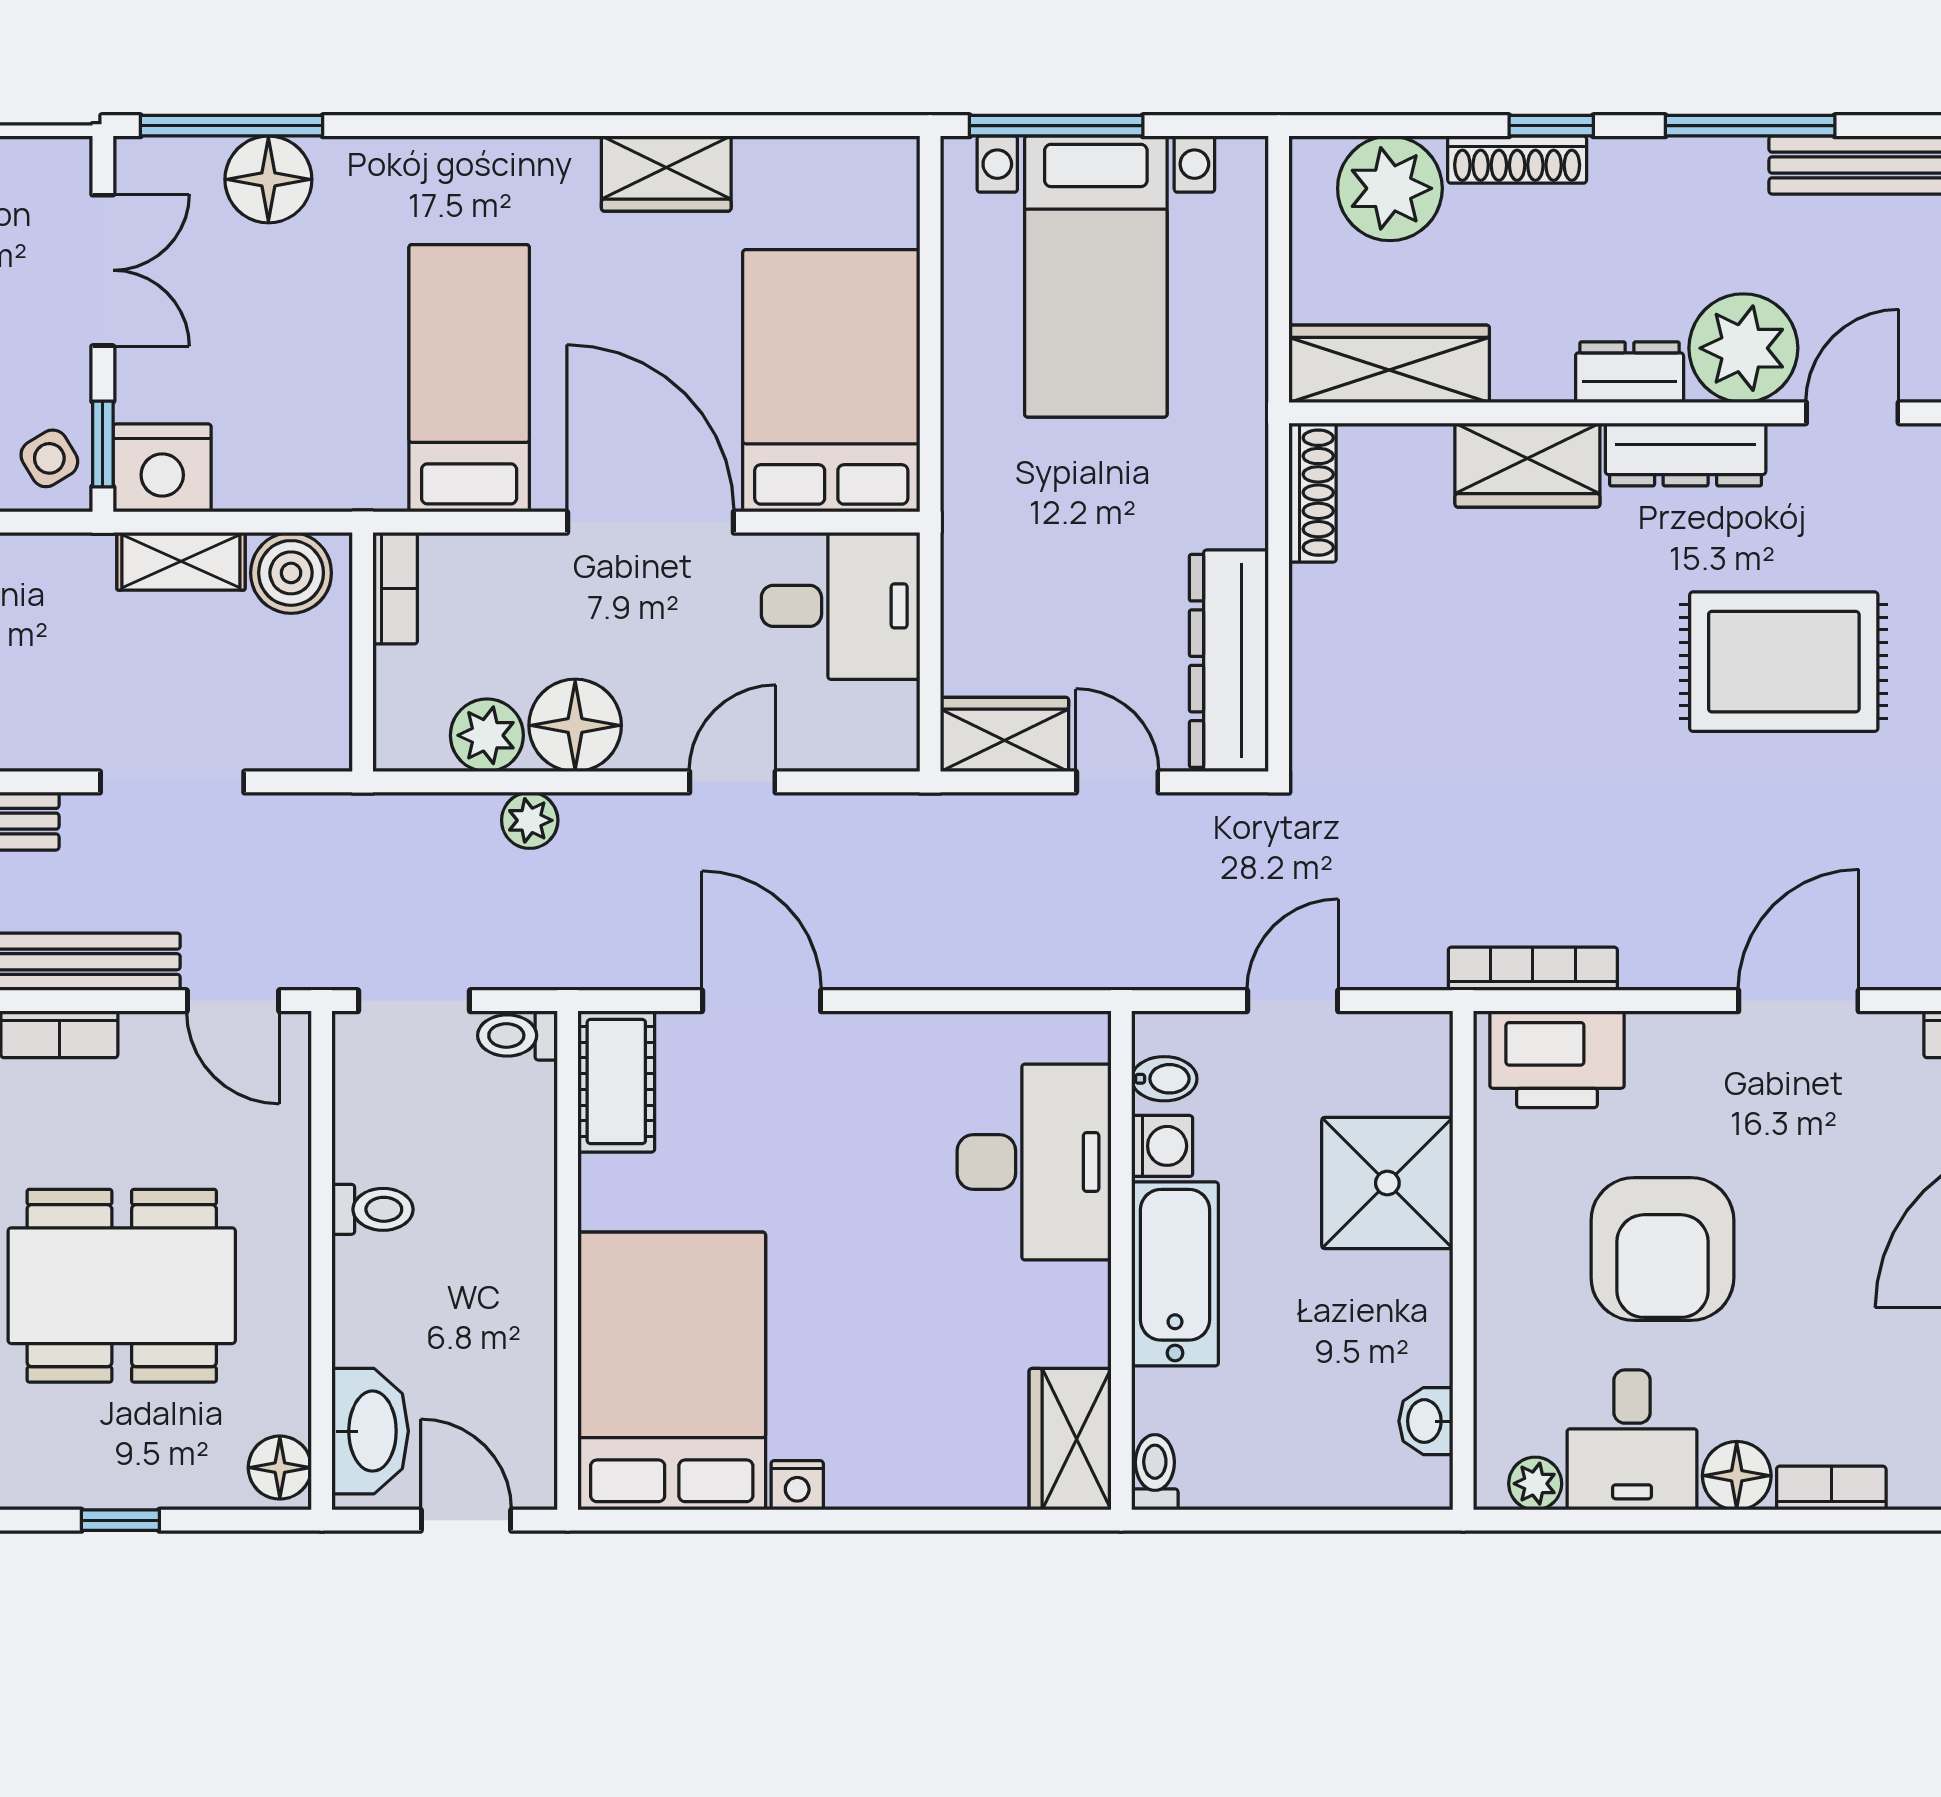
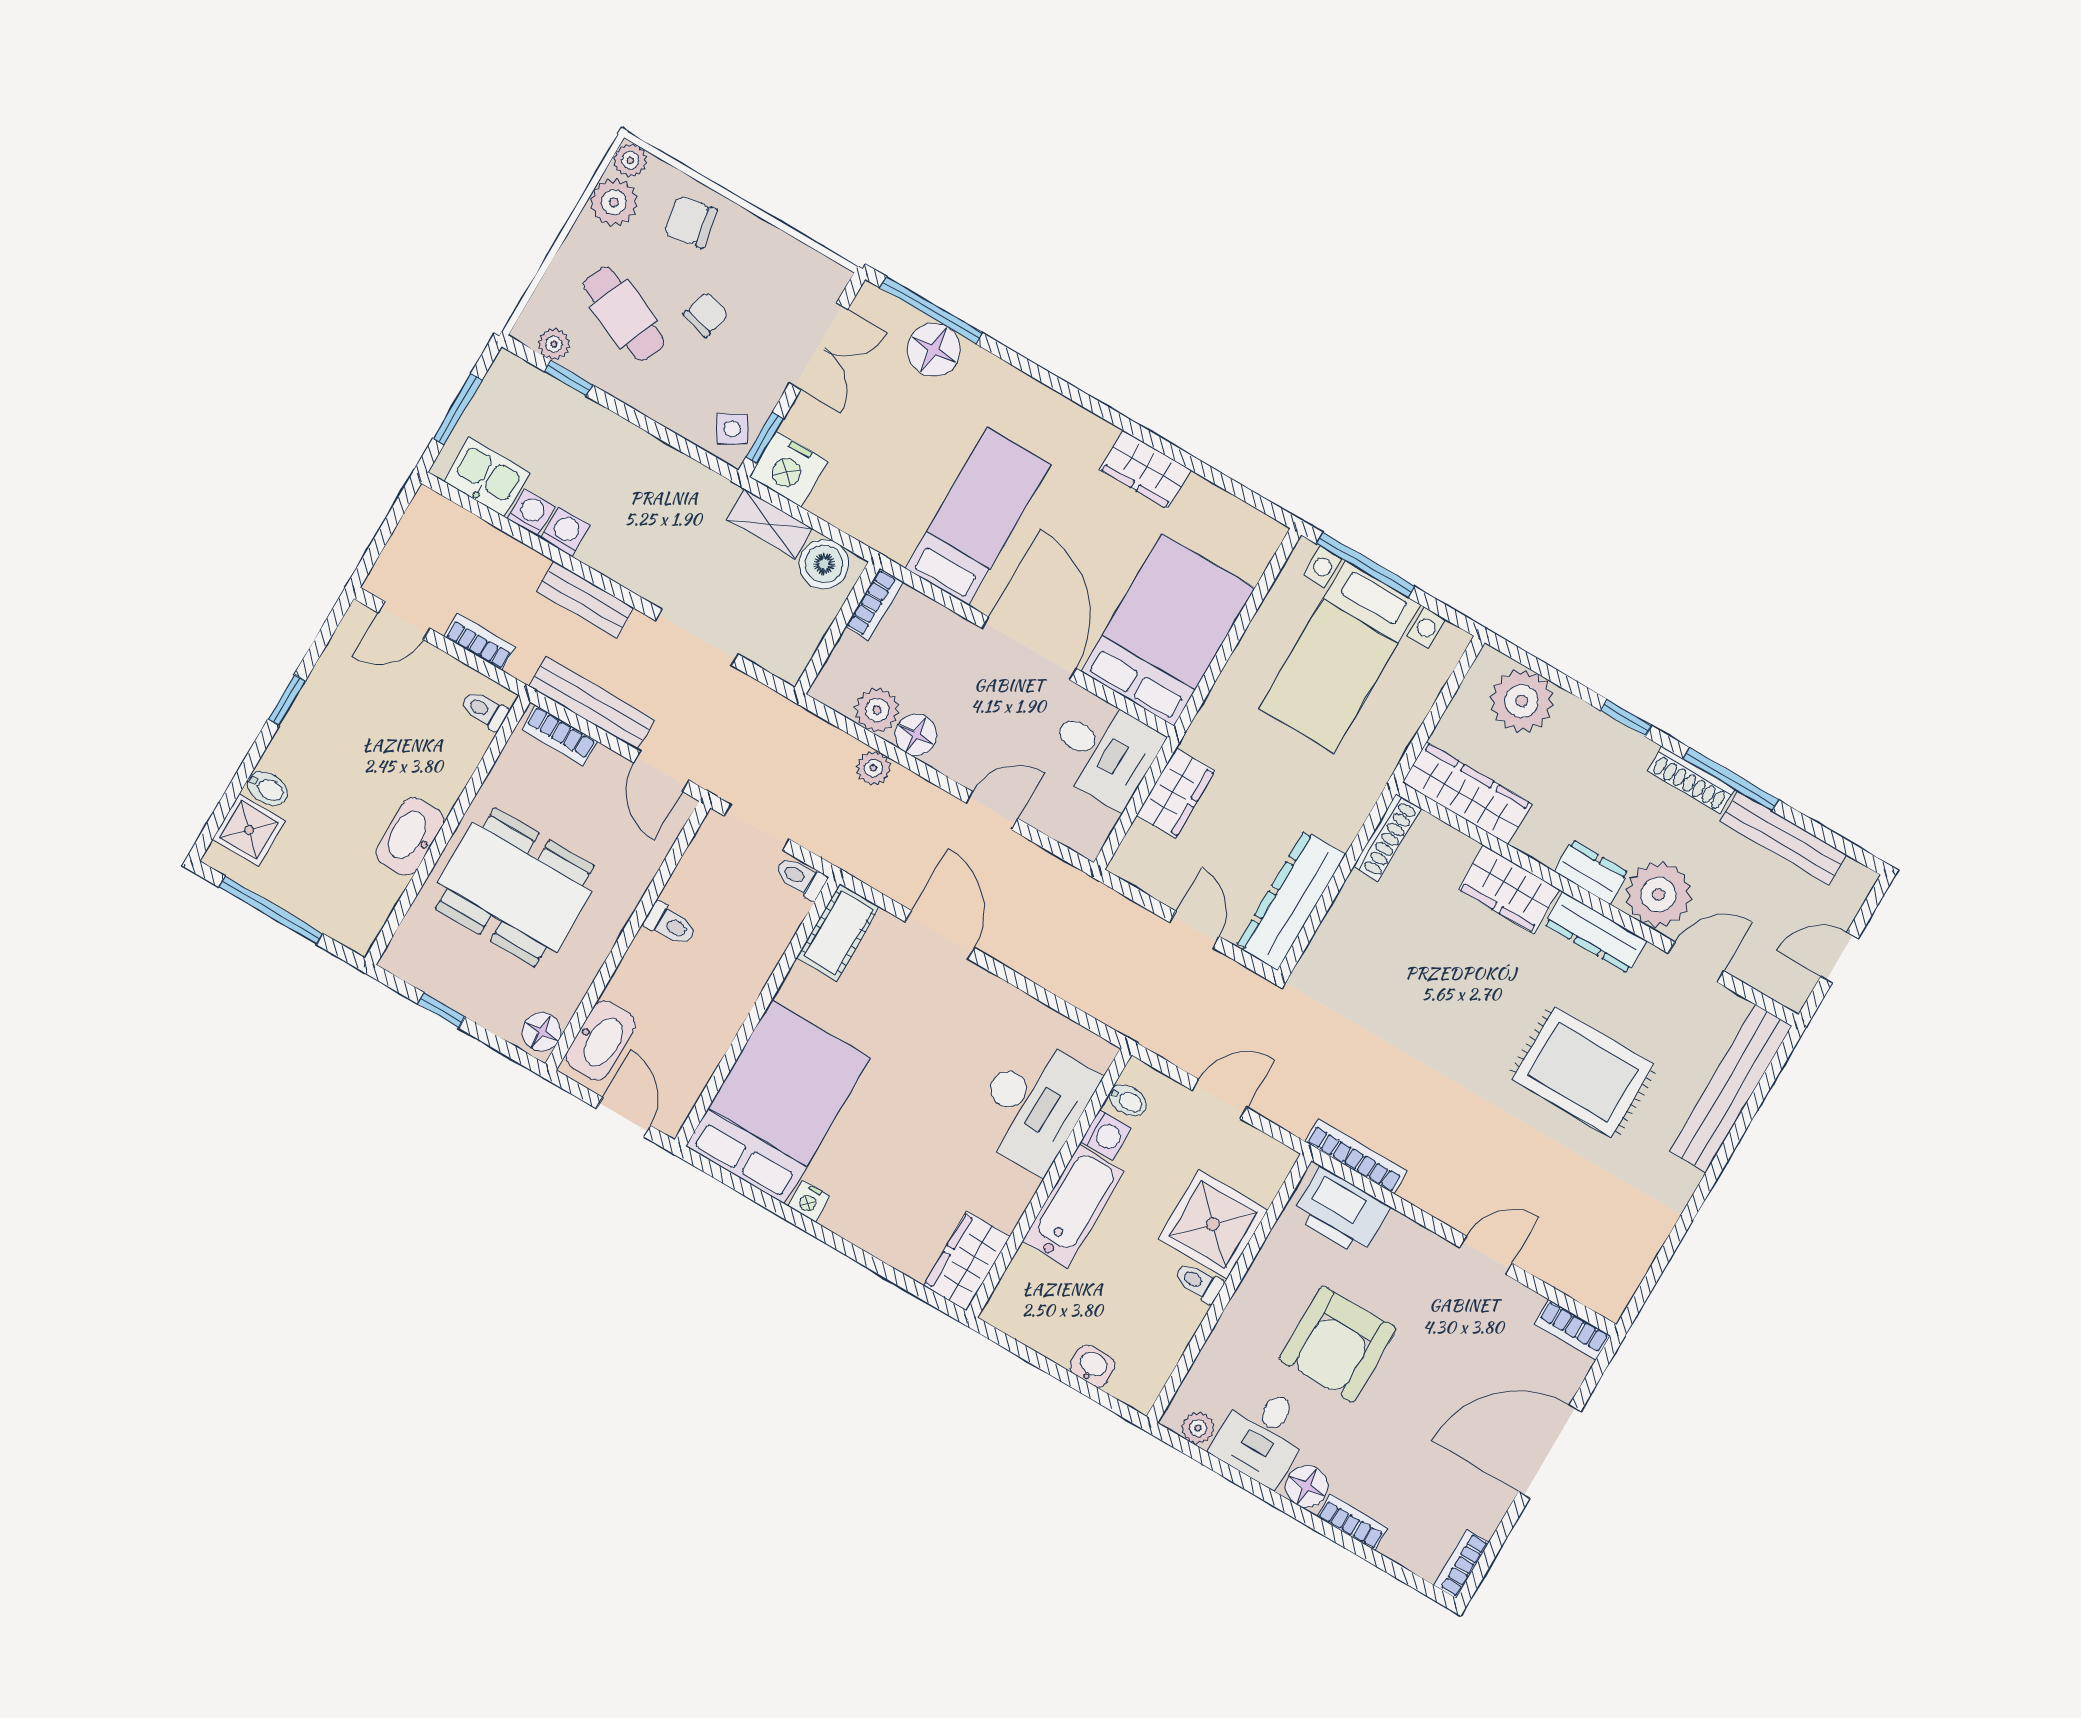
shoe rack: (1517, 160) -> (1691, 780), moved
floor lamp: (575, 725) -> (916, 735), width x0.73, depth x0.73
wardrobe: (1004, 734) -> (1176, 793), moved, turned 90
door: (1798, 1001) -> (1486, 1255), width x0.73
washbasin: (1426, 1421) -> (1093, 1366), moved, turned 90
toilet: (1155, 1472) -> (1199, 1282), moved, turned -90

